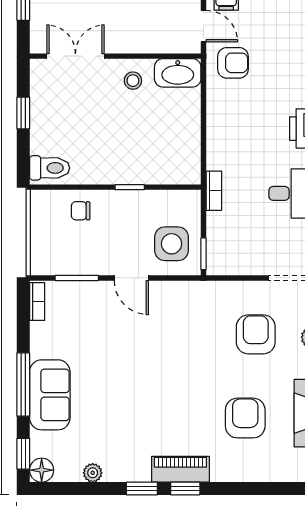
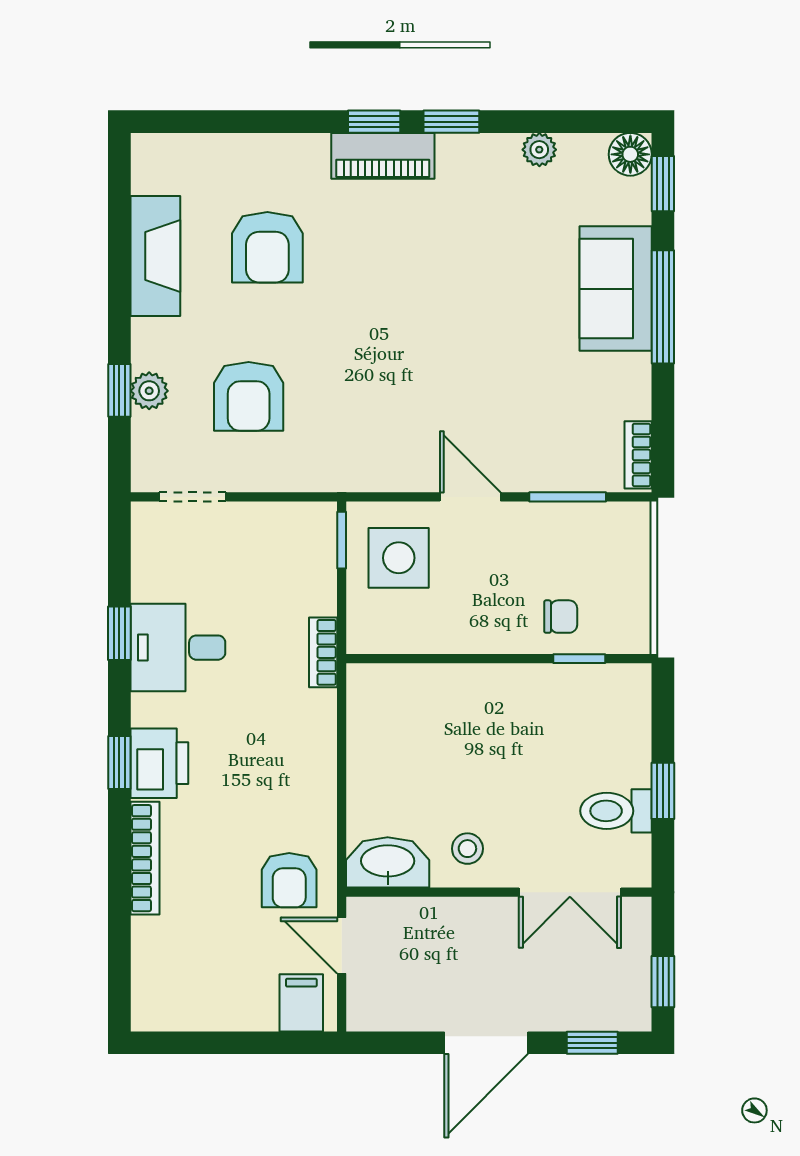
armchair: (233, 63) -> (289, 880), turned -90
toilet: (50, 168) -> (616, 811), moved
window: (130, 187) -> (579, 659), moved

